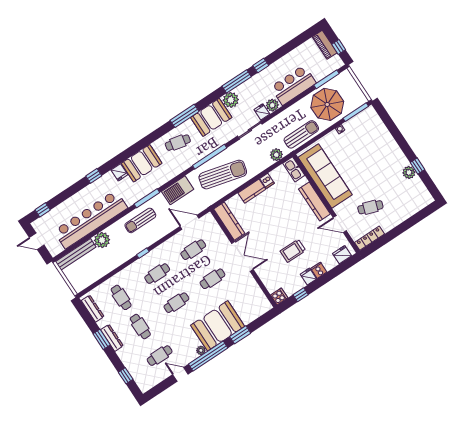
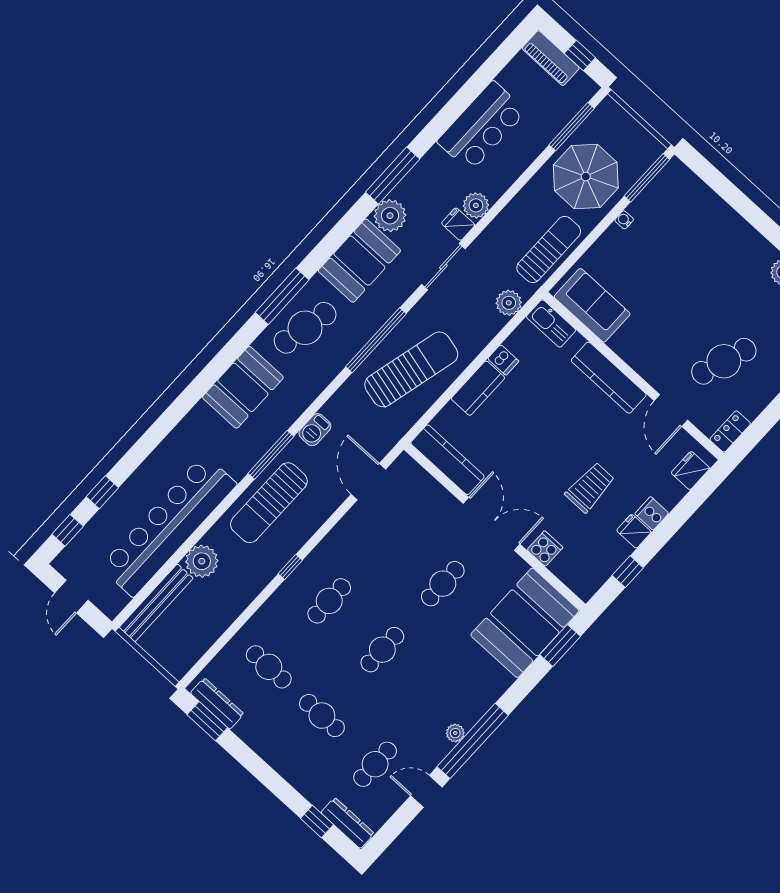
window: (261, 65) -> (433, 132), removed
bar counter: (293, 85) -> (482, 126), moved, turned 180
window: (185, 116) -> (282, 296), moved
cafe table: (178, 143) -> (305, 328), width x1.37, depth x1.35
fridge: (119, 172) -> (203, 417), removed
window: (94, 176) -> (102, 492), moved
sofa: (325, 176) -> (592, 305), width x0.54, depth x0.79
barbecue: (178, 190) -> (315, 430), width x0.53, depth x0.65
cafe table: (370, 207) -> (724, 361), width x1.37, depth x1.35
sun lounger: (140, 220) -> (269, 503), width x1.36, depth x1.34
door: (189, 222) -> (368, 482), hinge flipped
door: (340, 224) -> (671, 410), hinge flipped
locker: (369, 238) -> (730, 431), width x0.66
door: (37, 241) -> (71, 597), hinge flipped
cafe table: (193, 250) -> (390, 535), removed
trolley: (293, 251) -> (590, 487), turned 180
cooker: (279, 296) -> (545, 549), moved
booth: (218, 326) -> (525, 623), moved
window: (240, 335) -> (560, 645), moved
dresser: (112, 338) -> (348, 823), moved
window: (102, 339) -> (207, 721), moved

